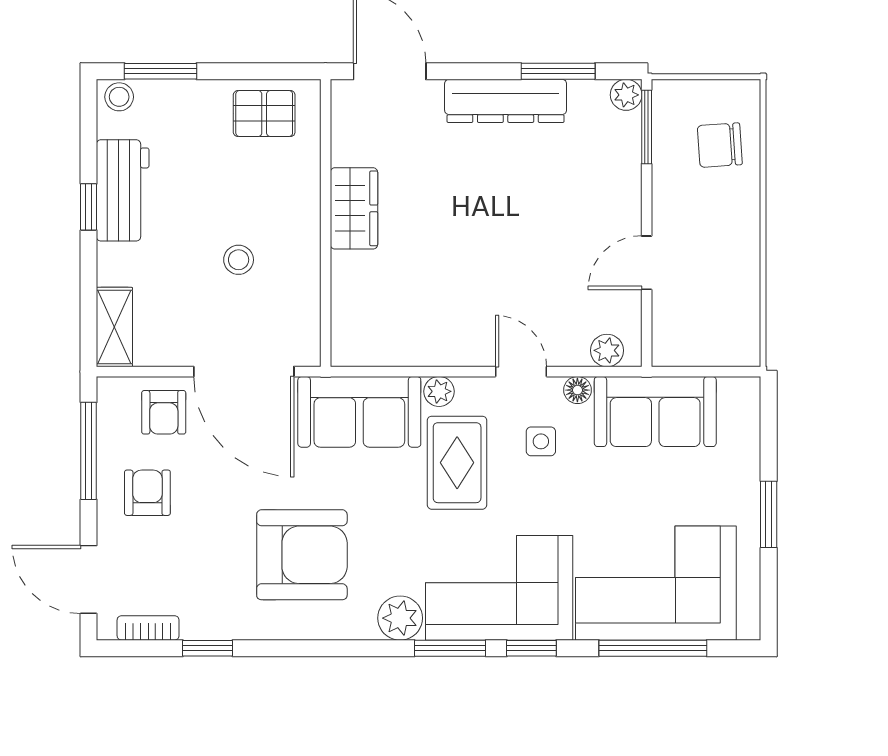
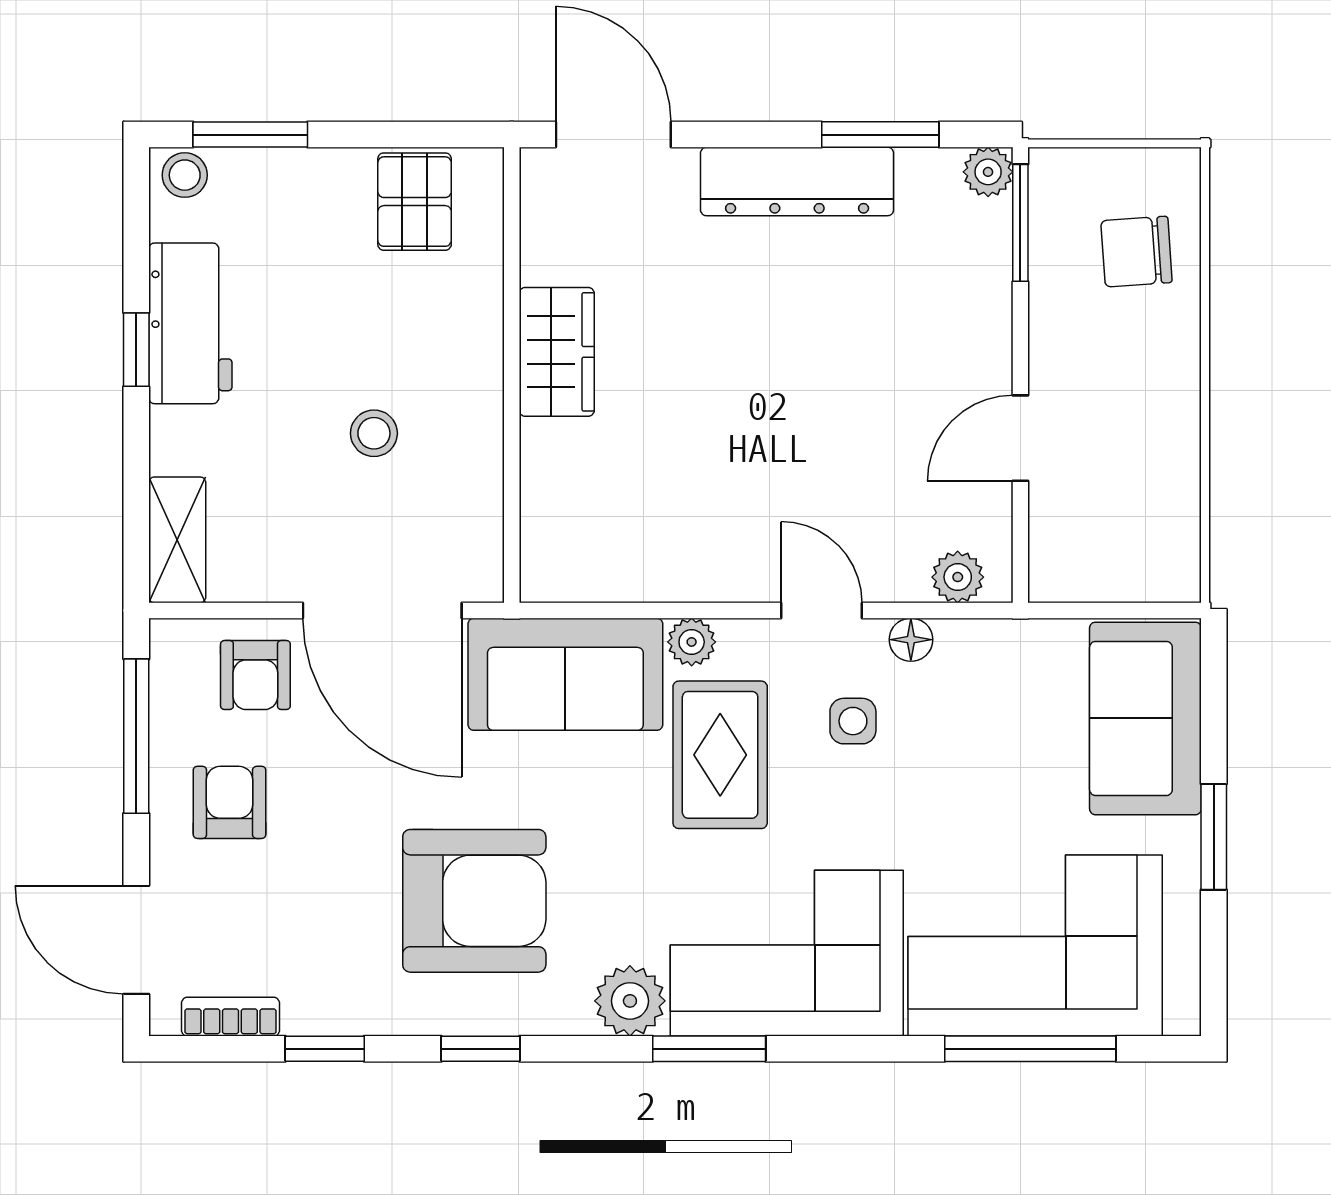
pallet: (264, 114) -> (415, 202), turned 90
sofa: (655, 412) -> (1145, 718), moved, turned 90
window: (531, 648) -> (480, 1049), moved

